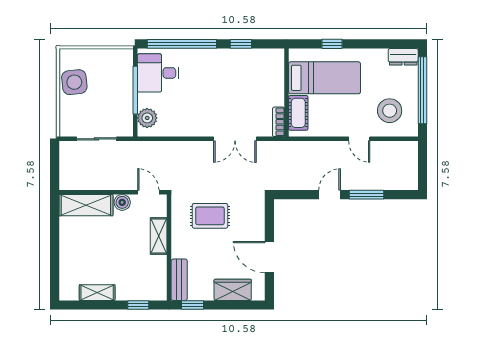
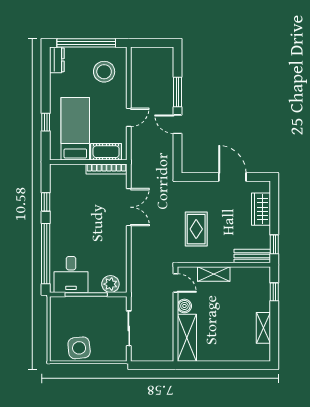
bookcase: (279, 122) -> (107, 169), width x1.56
door: (359, 139) -> (129, 117), moved
door: (148, 192) -> (176, 283), swing flipped
door: (269, 257) -> (232, 177), swing flipped

